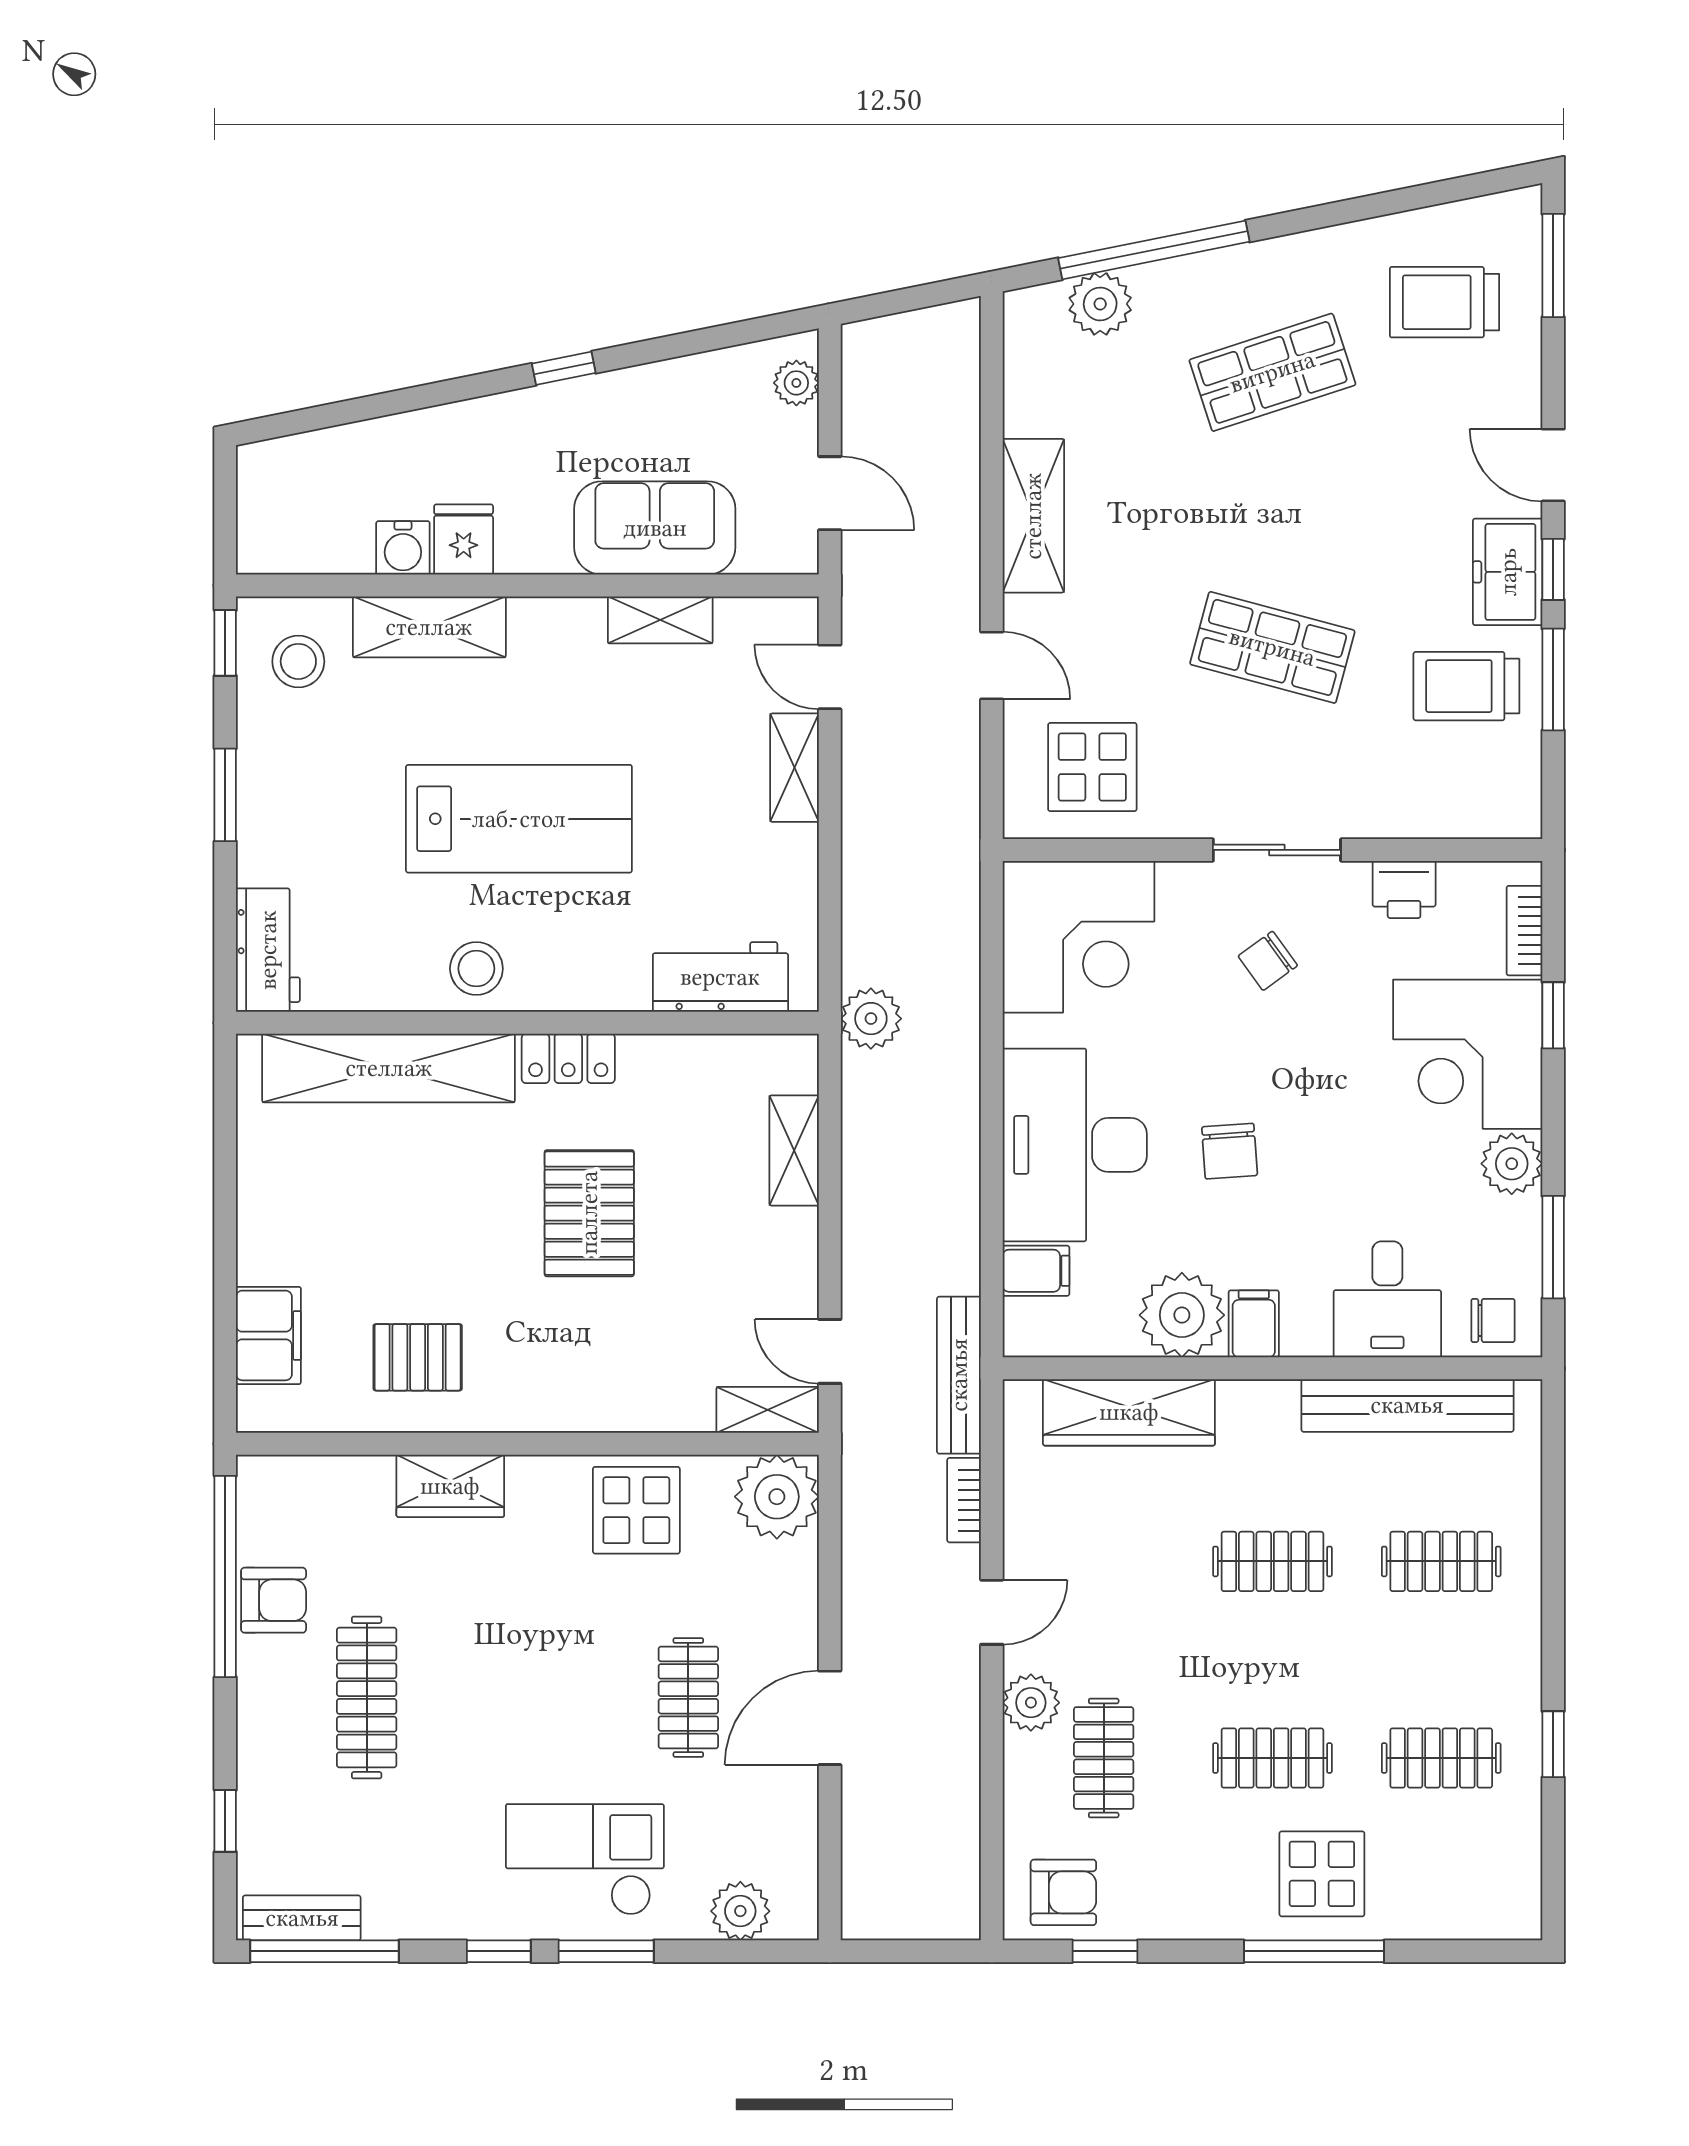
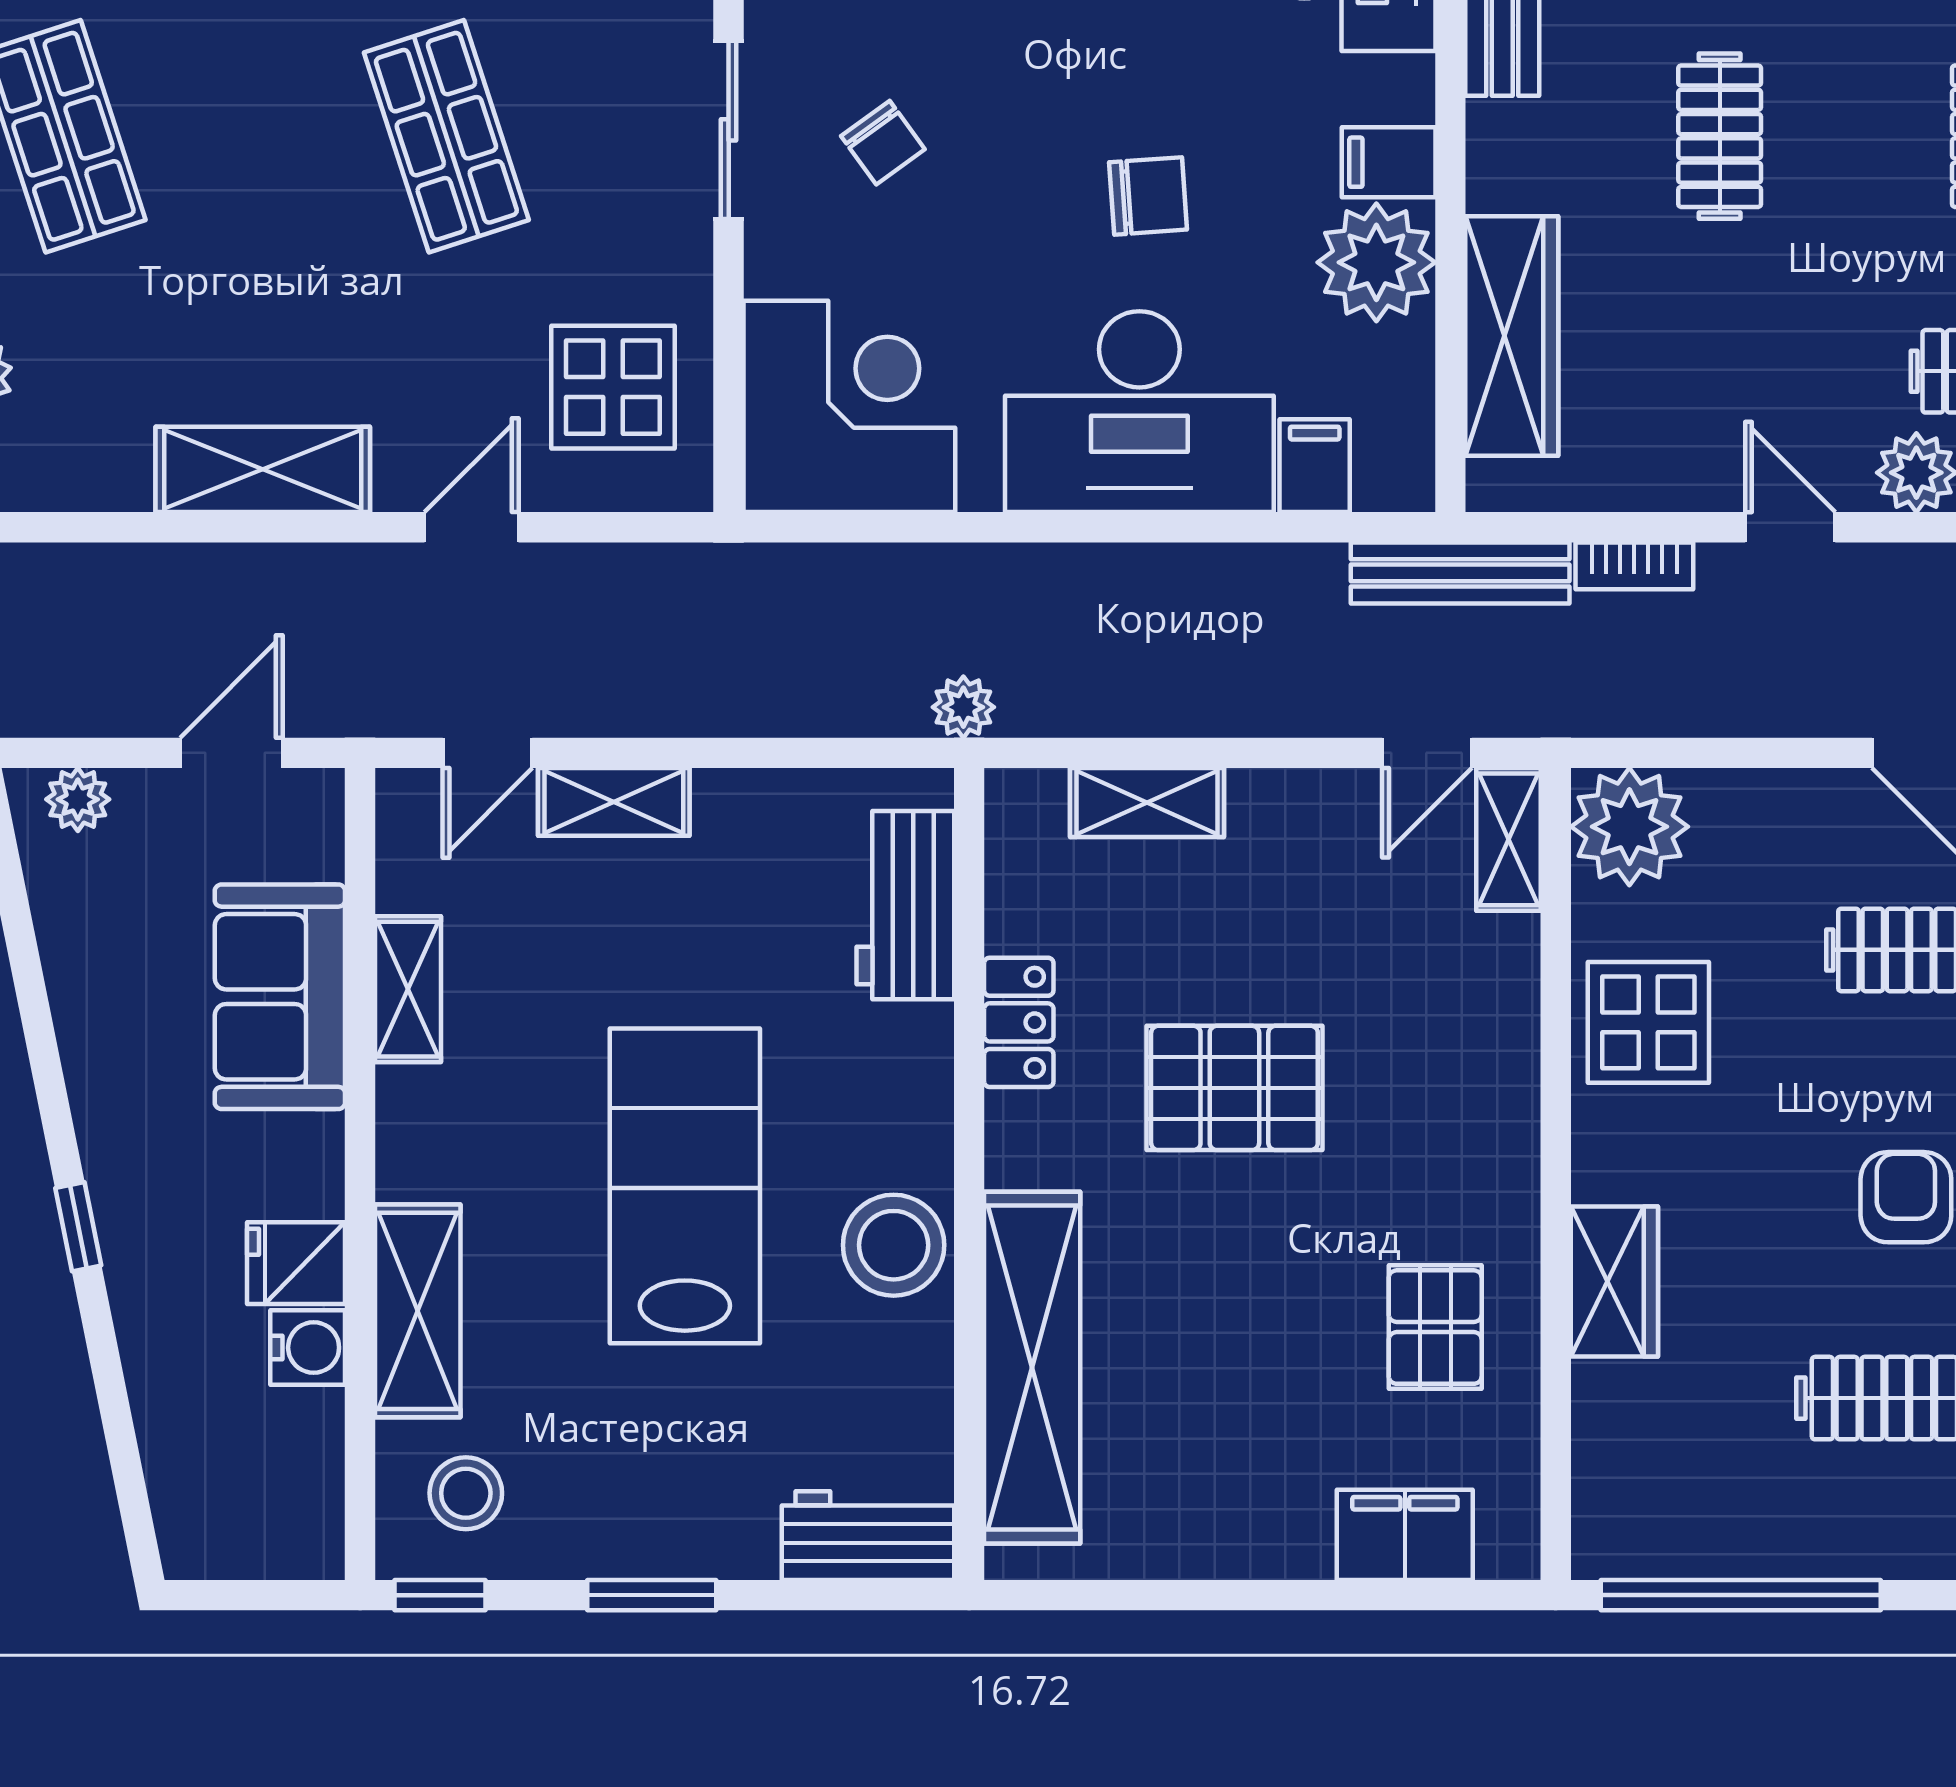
window: (564, 368) -> (78, 1227), moved
shop shelf: (1272, 647) -> (446, 136), turned -33
stool: (476, 969) -> (894, 1245), width x1.38, depth x1.38
plant: (871, 1019) -> (963, 707), width x0.73, depth x0.73
locker: (568, 1058) -> (1019, 1022), moved
armchair: (274, 1600) -> (1906, 1197), moved

